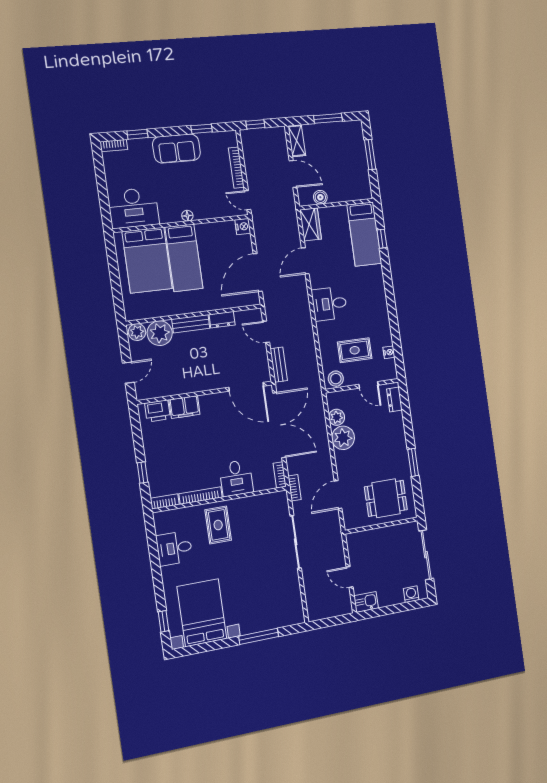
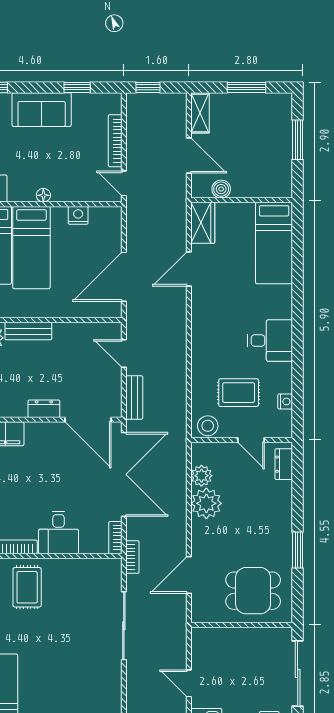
nightstand: (243, 226) -> (78, 215), moved, turned -90
window: (382, 239) -> (298, 252), removed
desk: (329, 304) -> (270, 341), moved, turned 180
dresser: (222, 320) -> (44, 409), moved, turned 180

